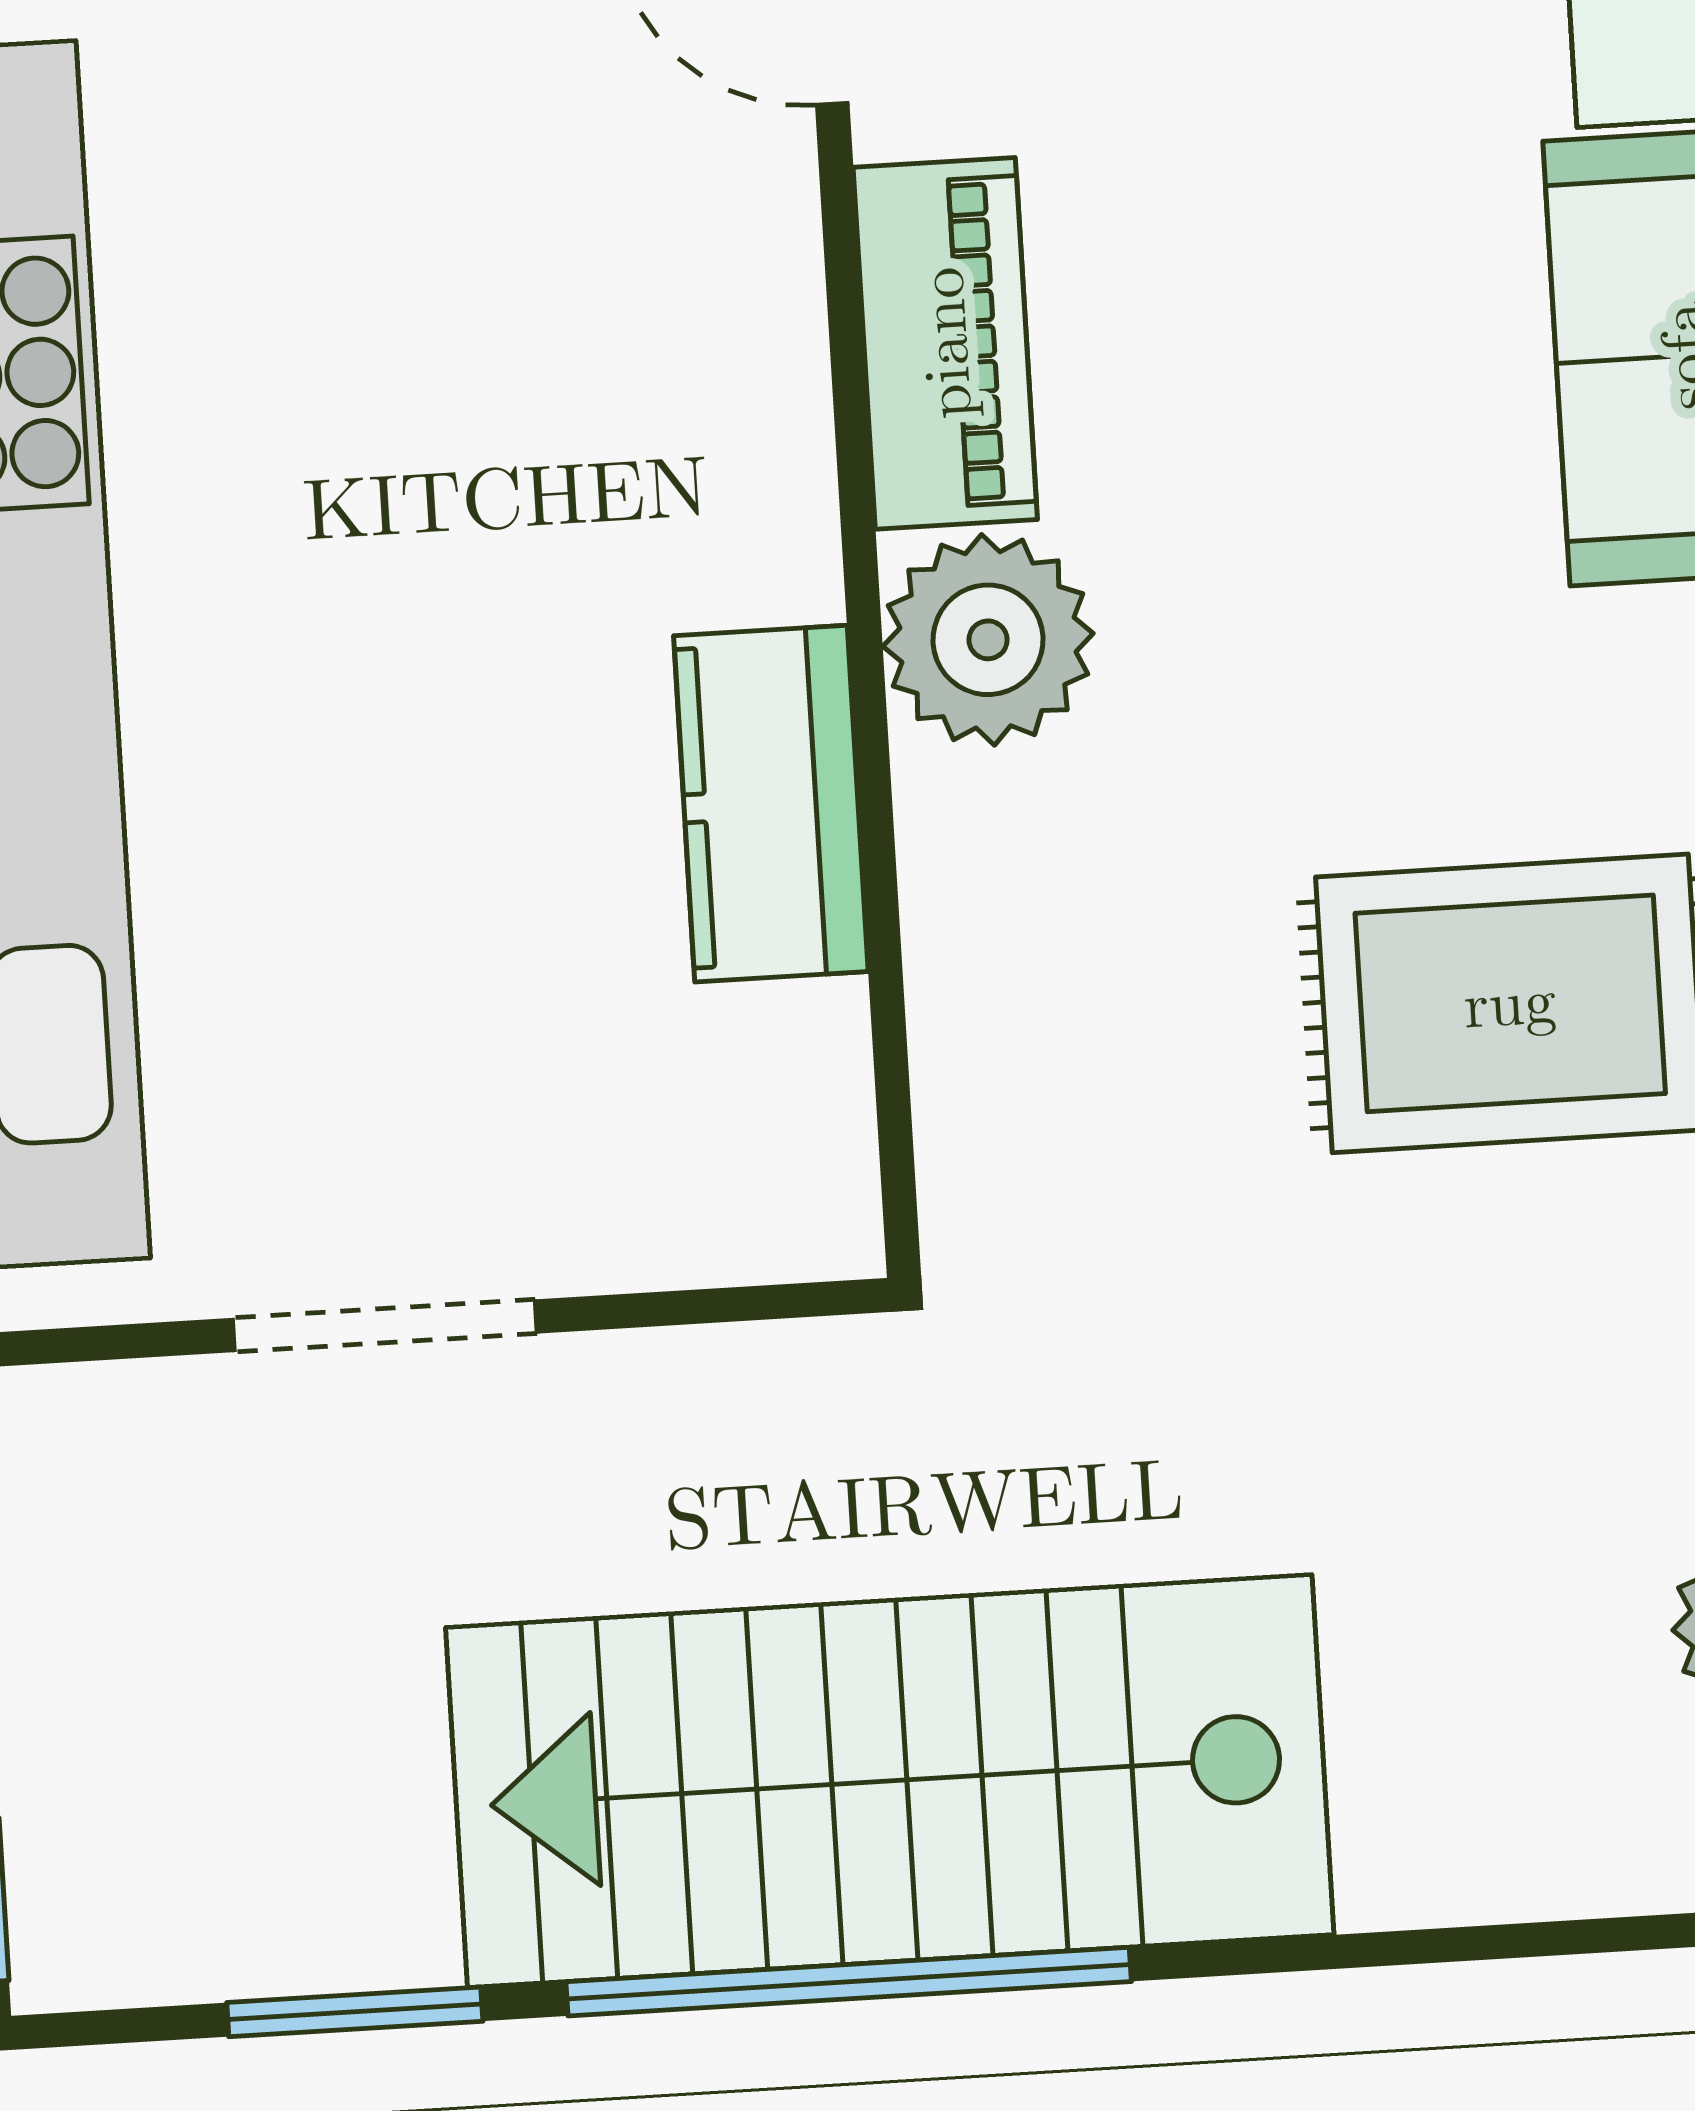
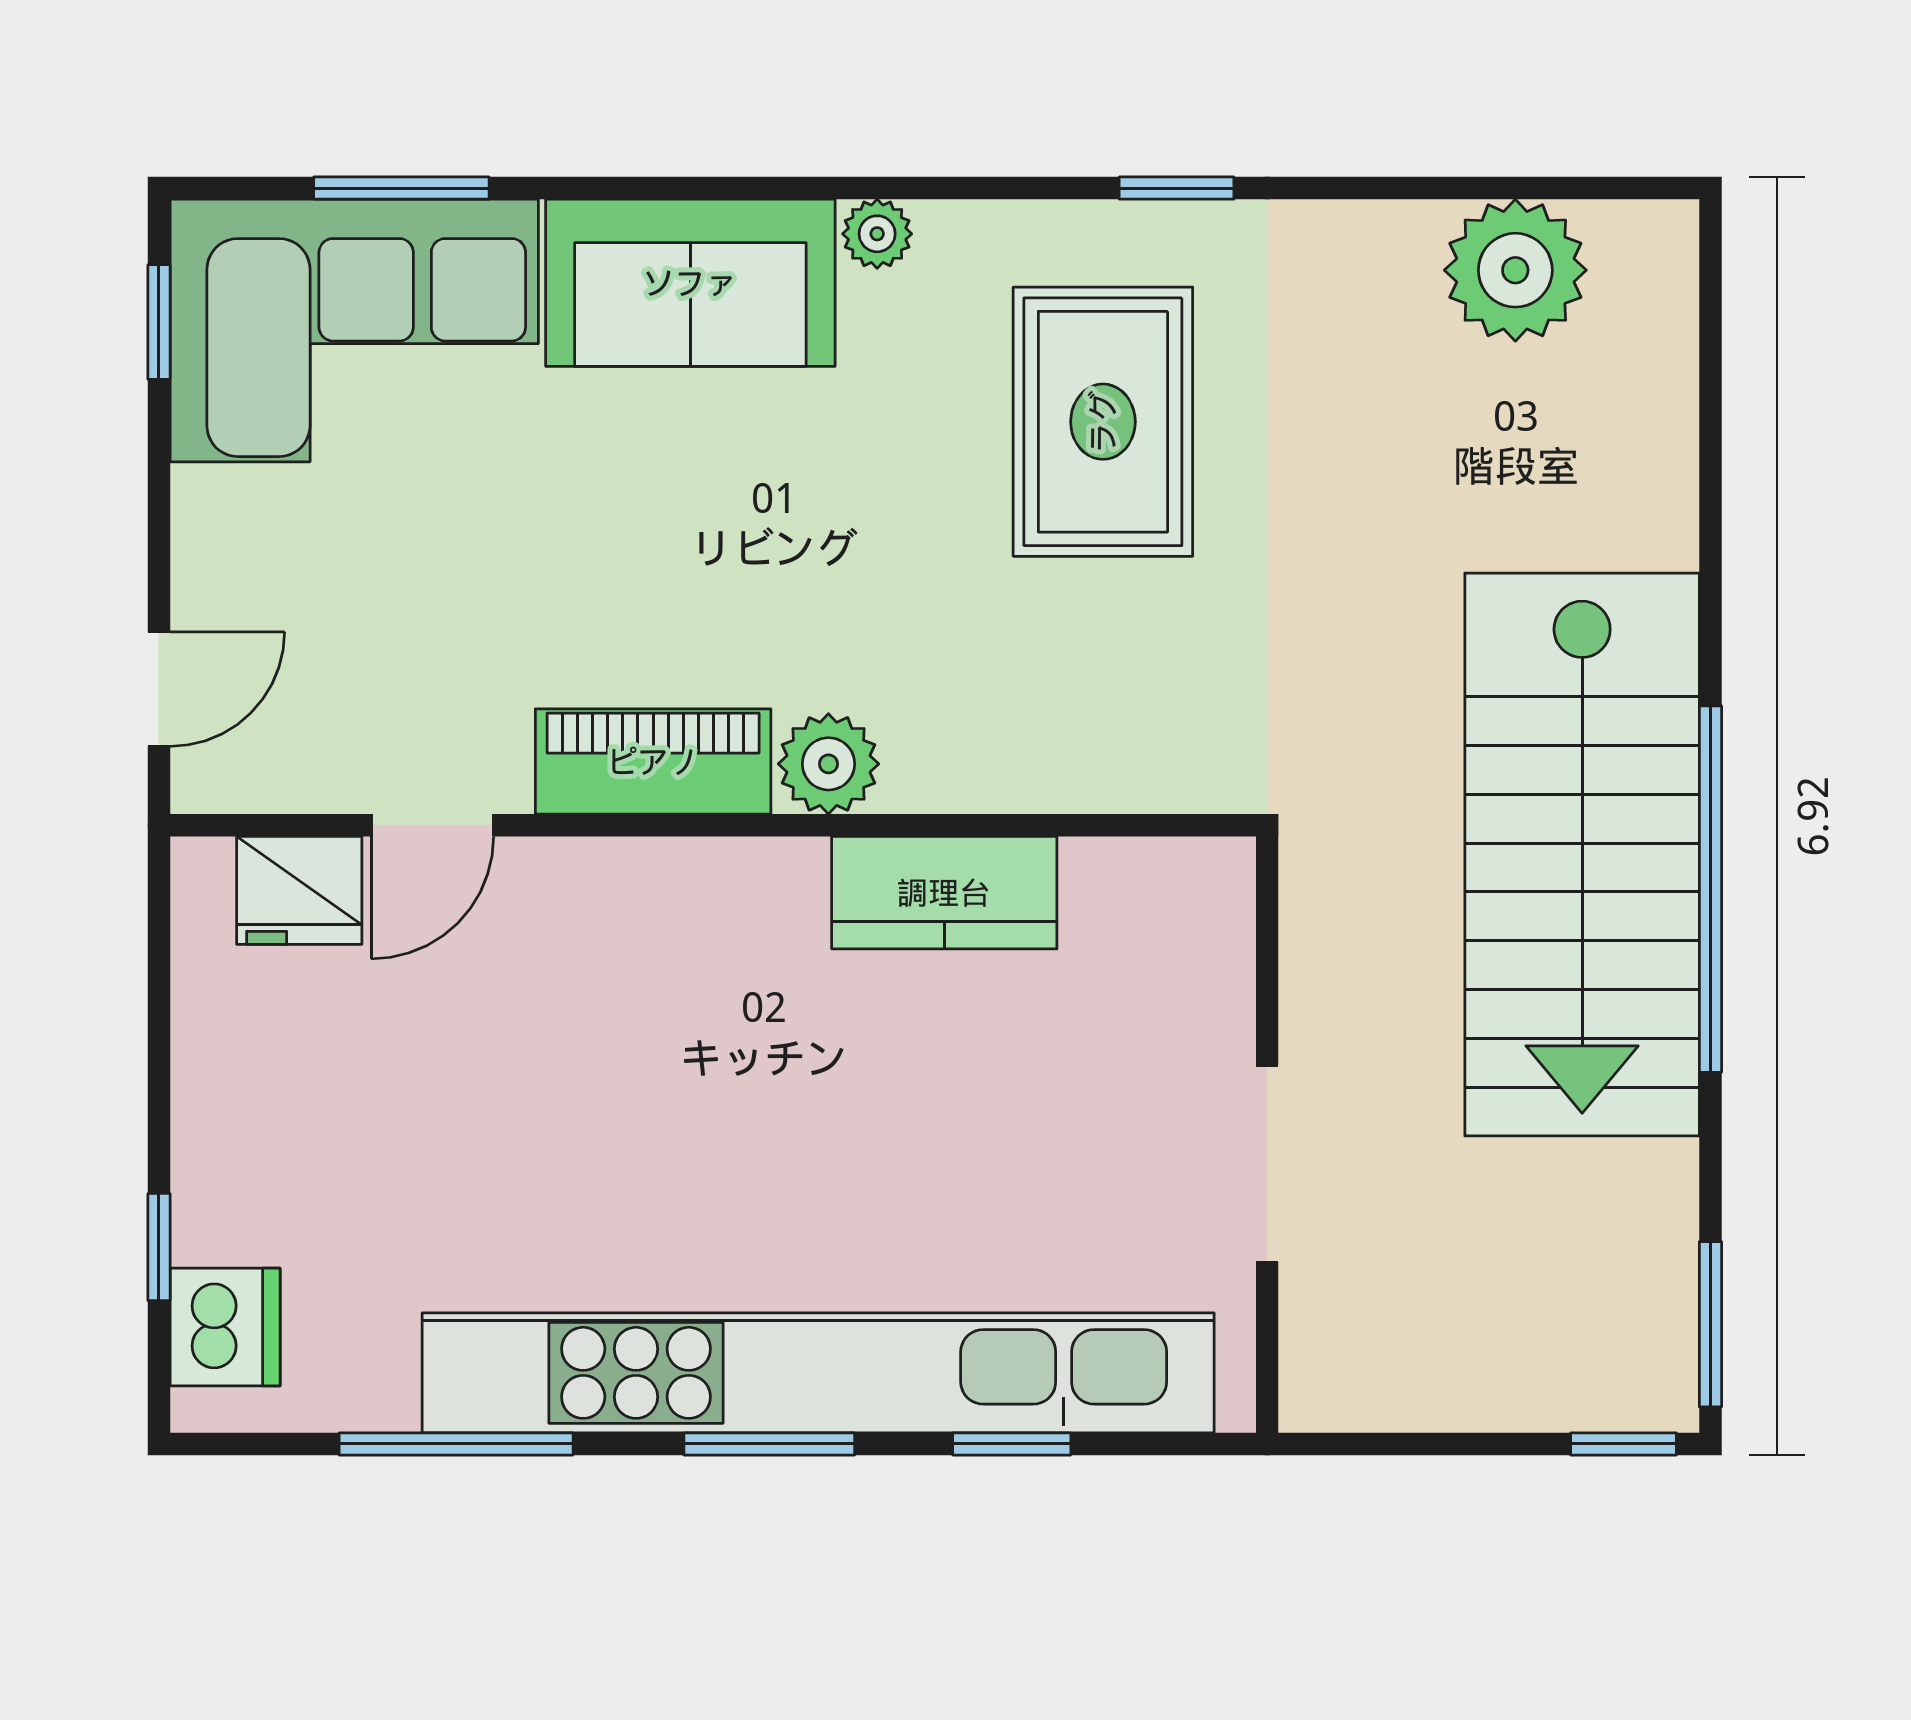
plant: (988, 640) -> (828, 764), width x0.73, depth x0.73
window: (355, 2012) -> (1710, 1324), moved

